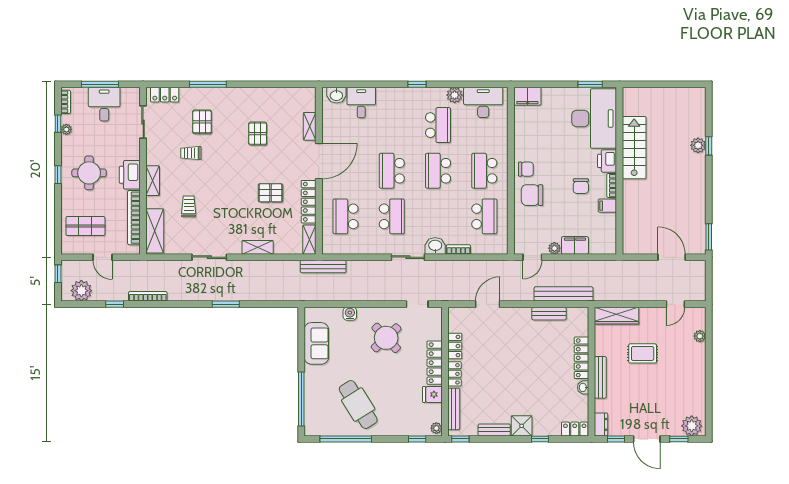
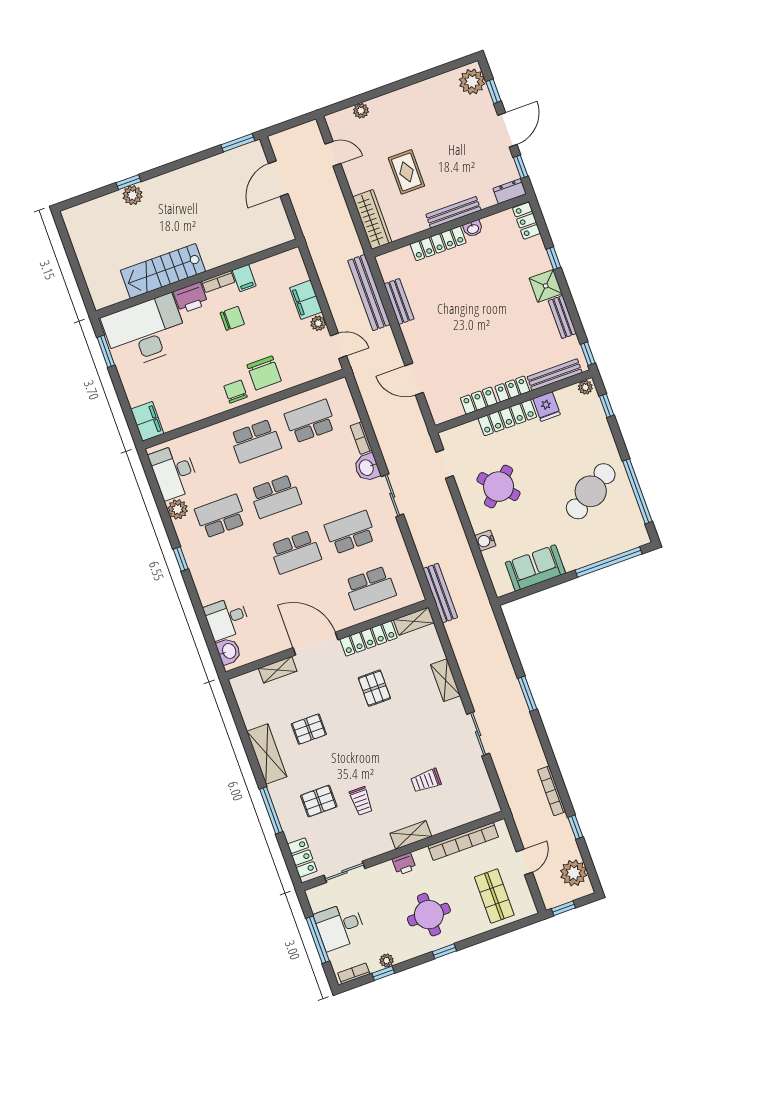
printer: (130, 175) -> (404, 864), width x0.53, depth x0.68
shelving: (155, 231) -> (267, 754), moved, turned 90

